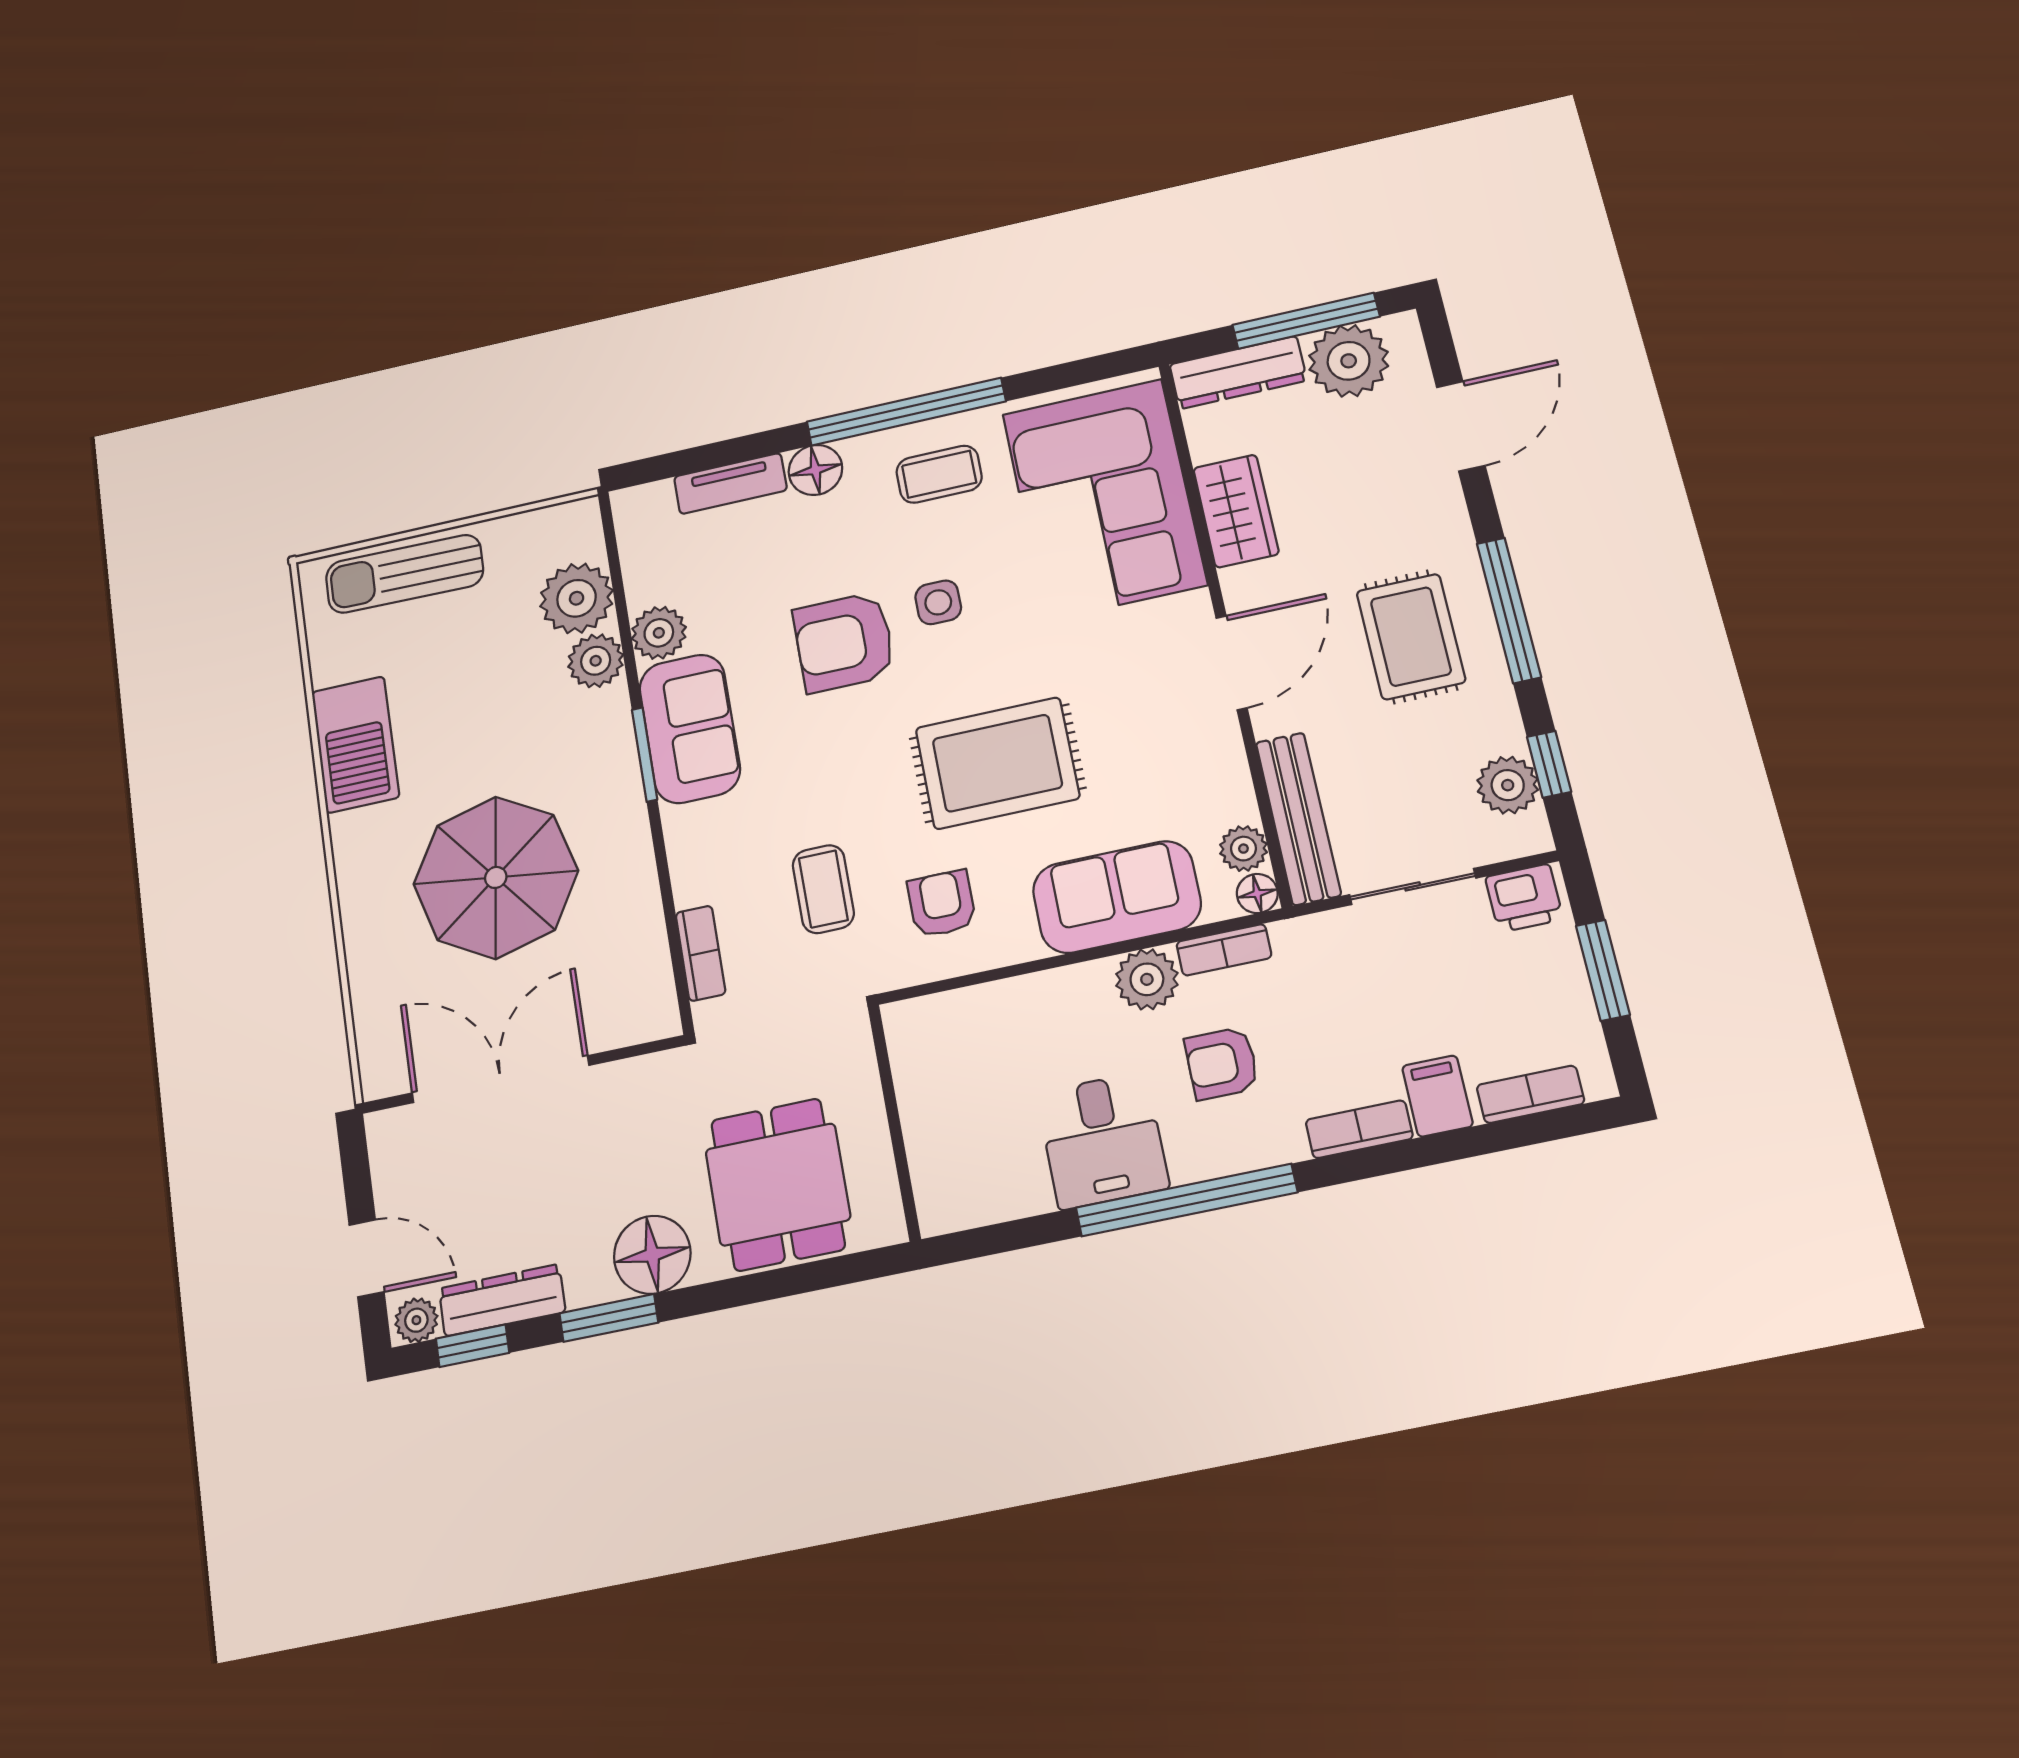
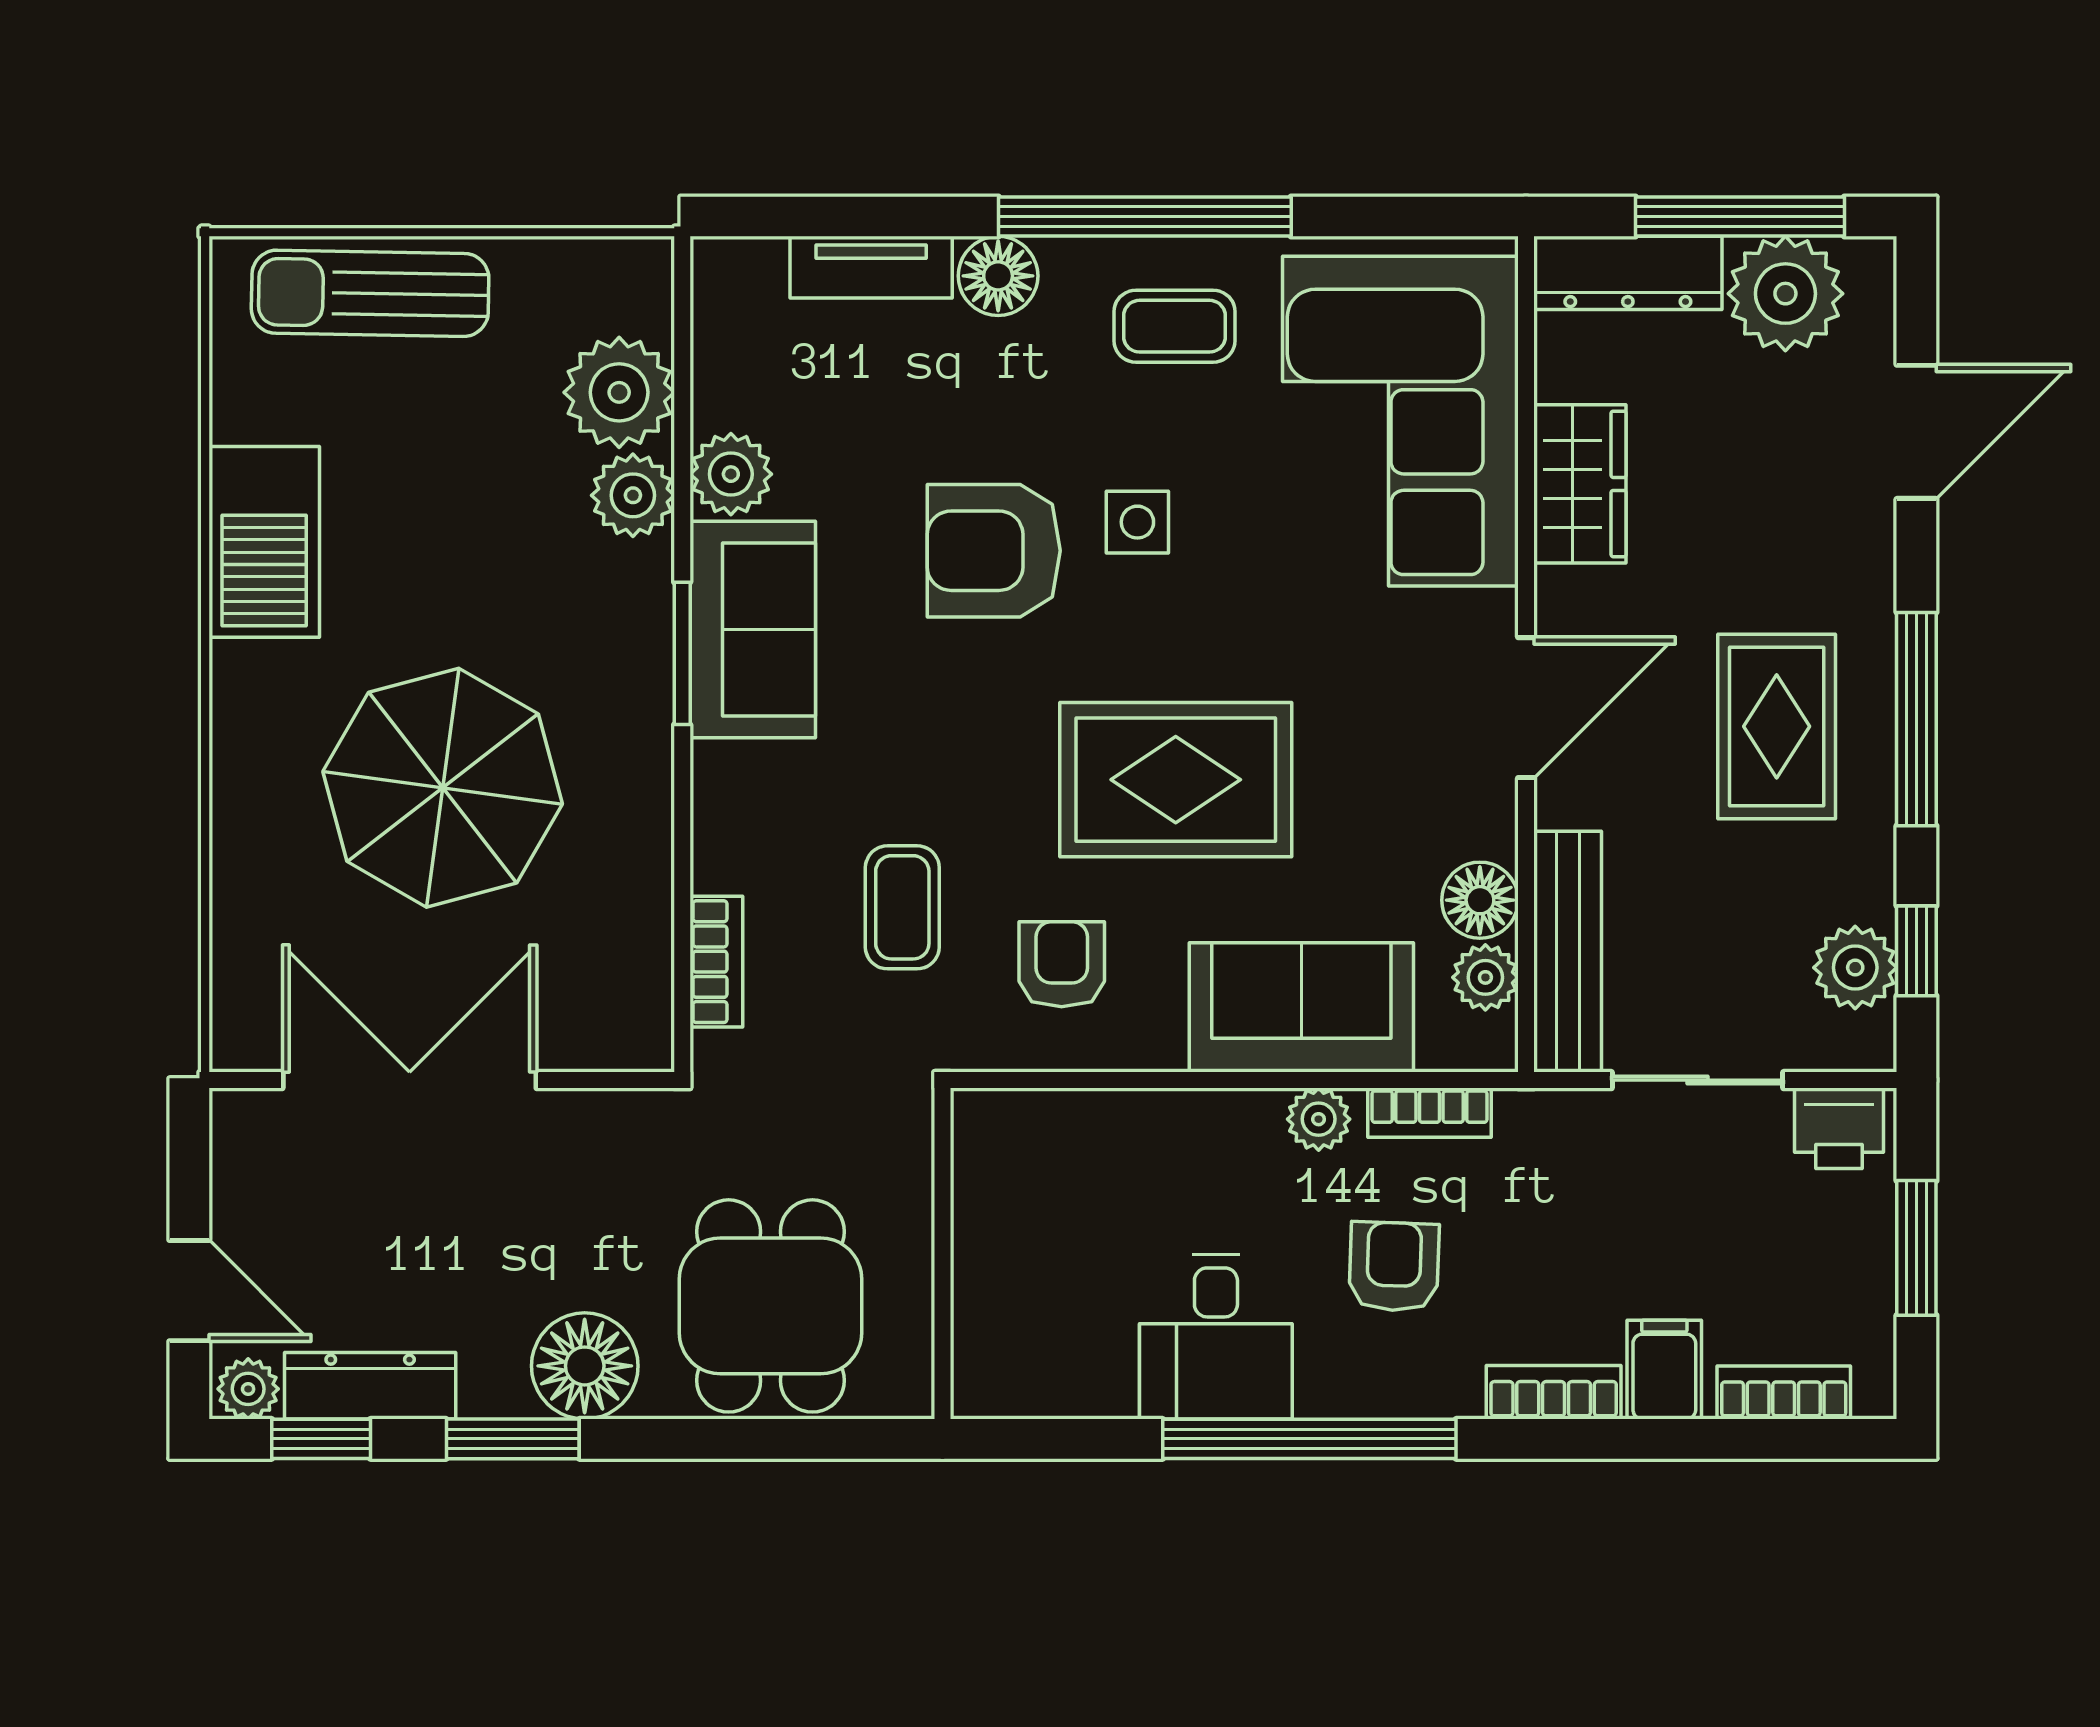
floor lamp: (1257, 893) -> (1480, 900), moved, width x1.37, depth x1.37
plant: (1147, 979) -> (1319, 1119), width x0.73, depth x0.73
armchair: (1222, 1063) -> (1394, 1267), turned 92

